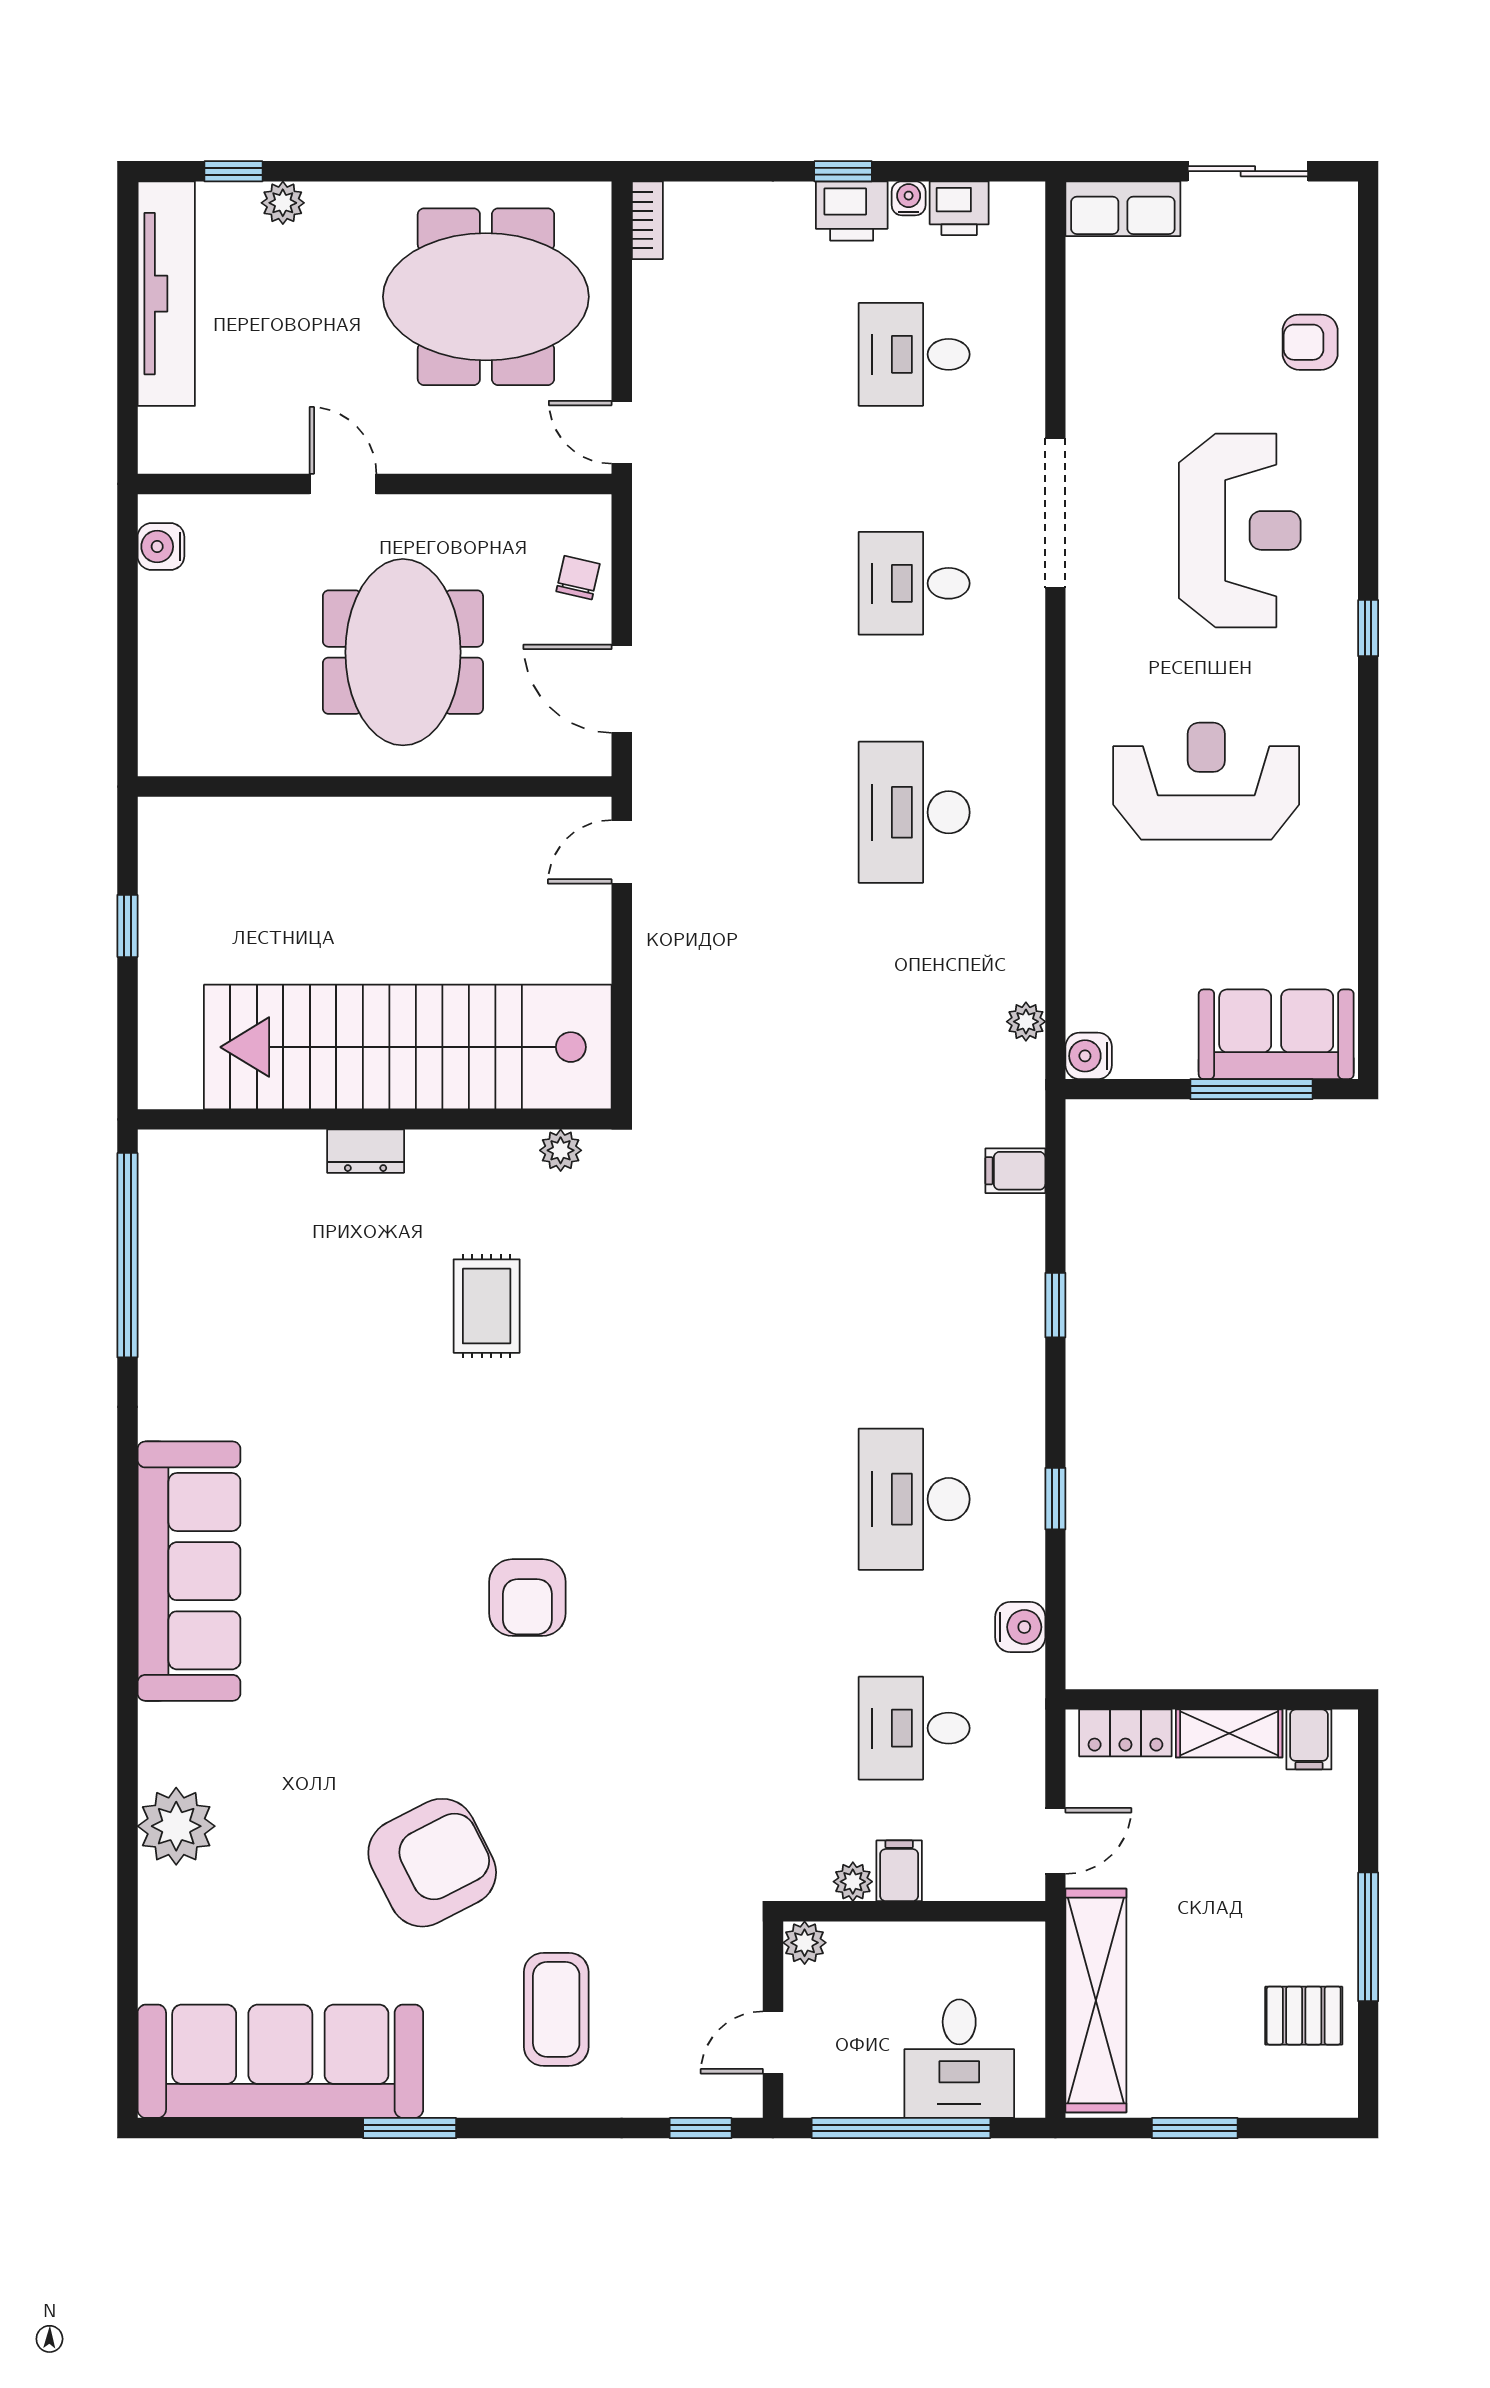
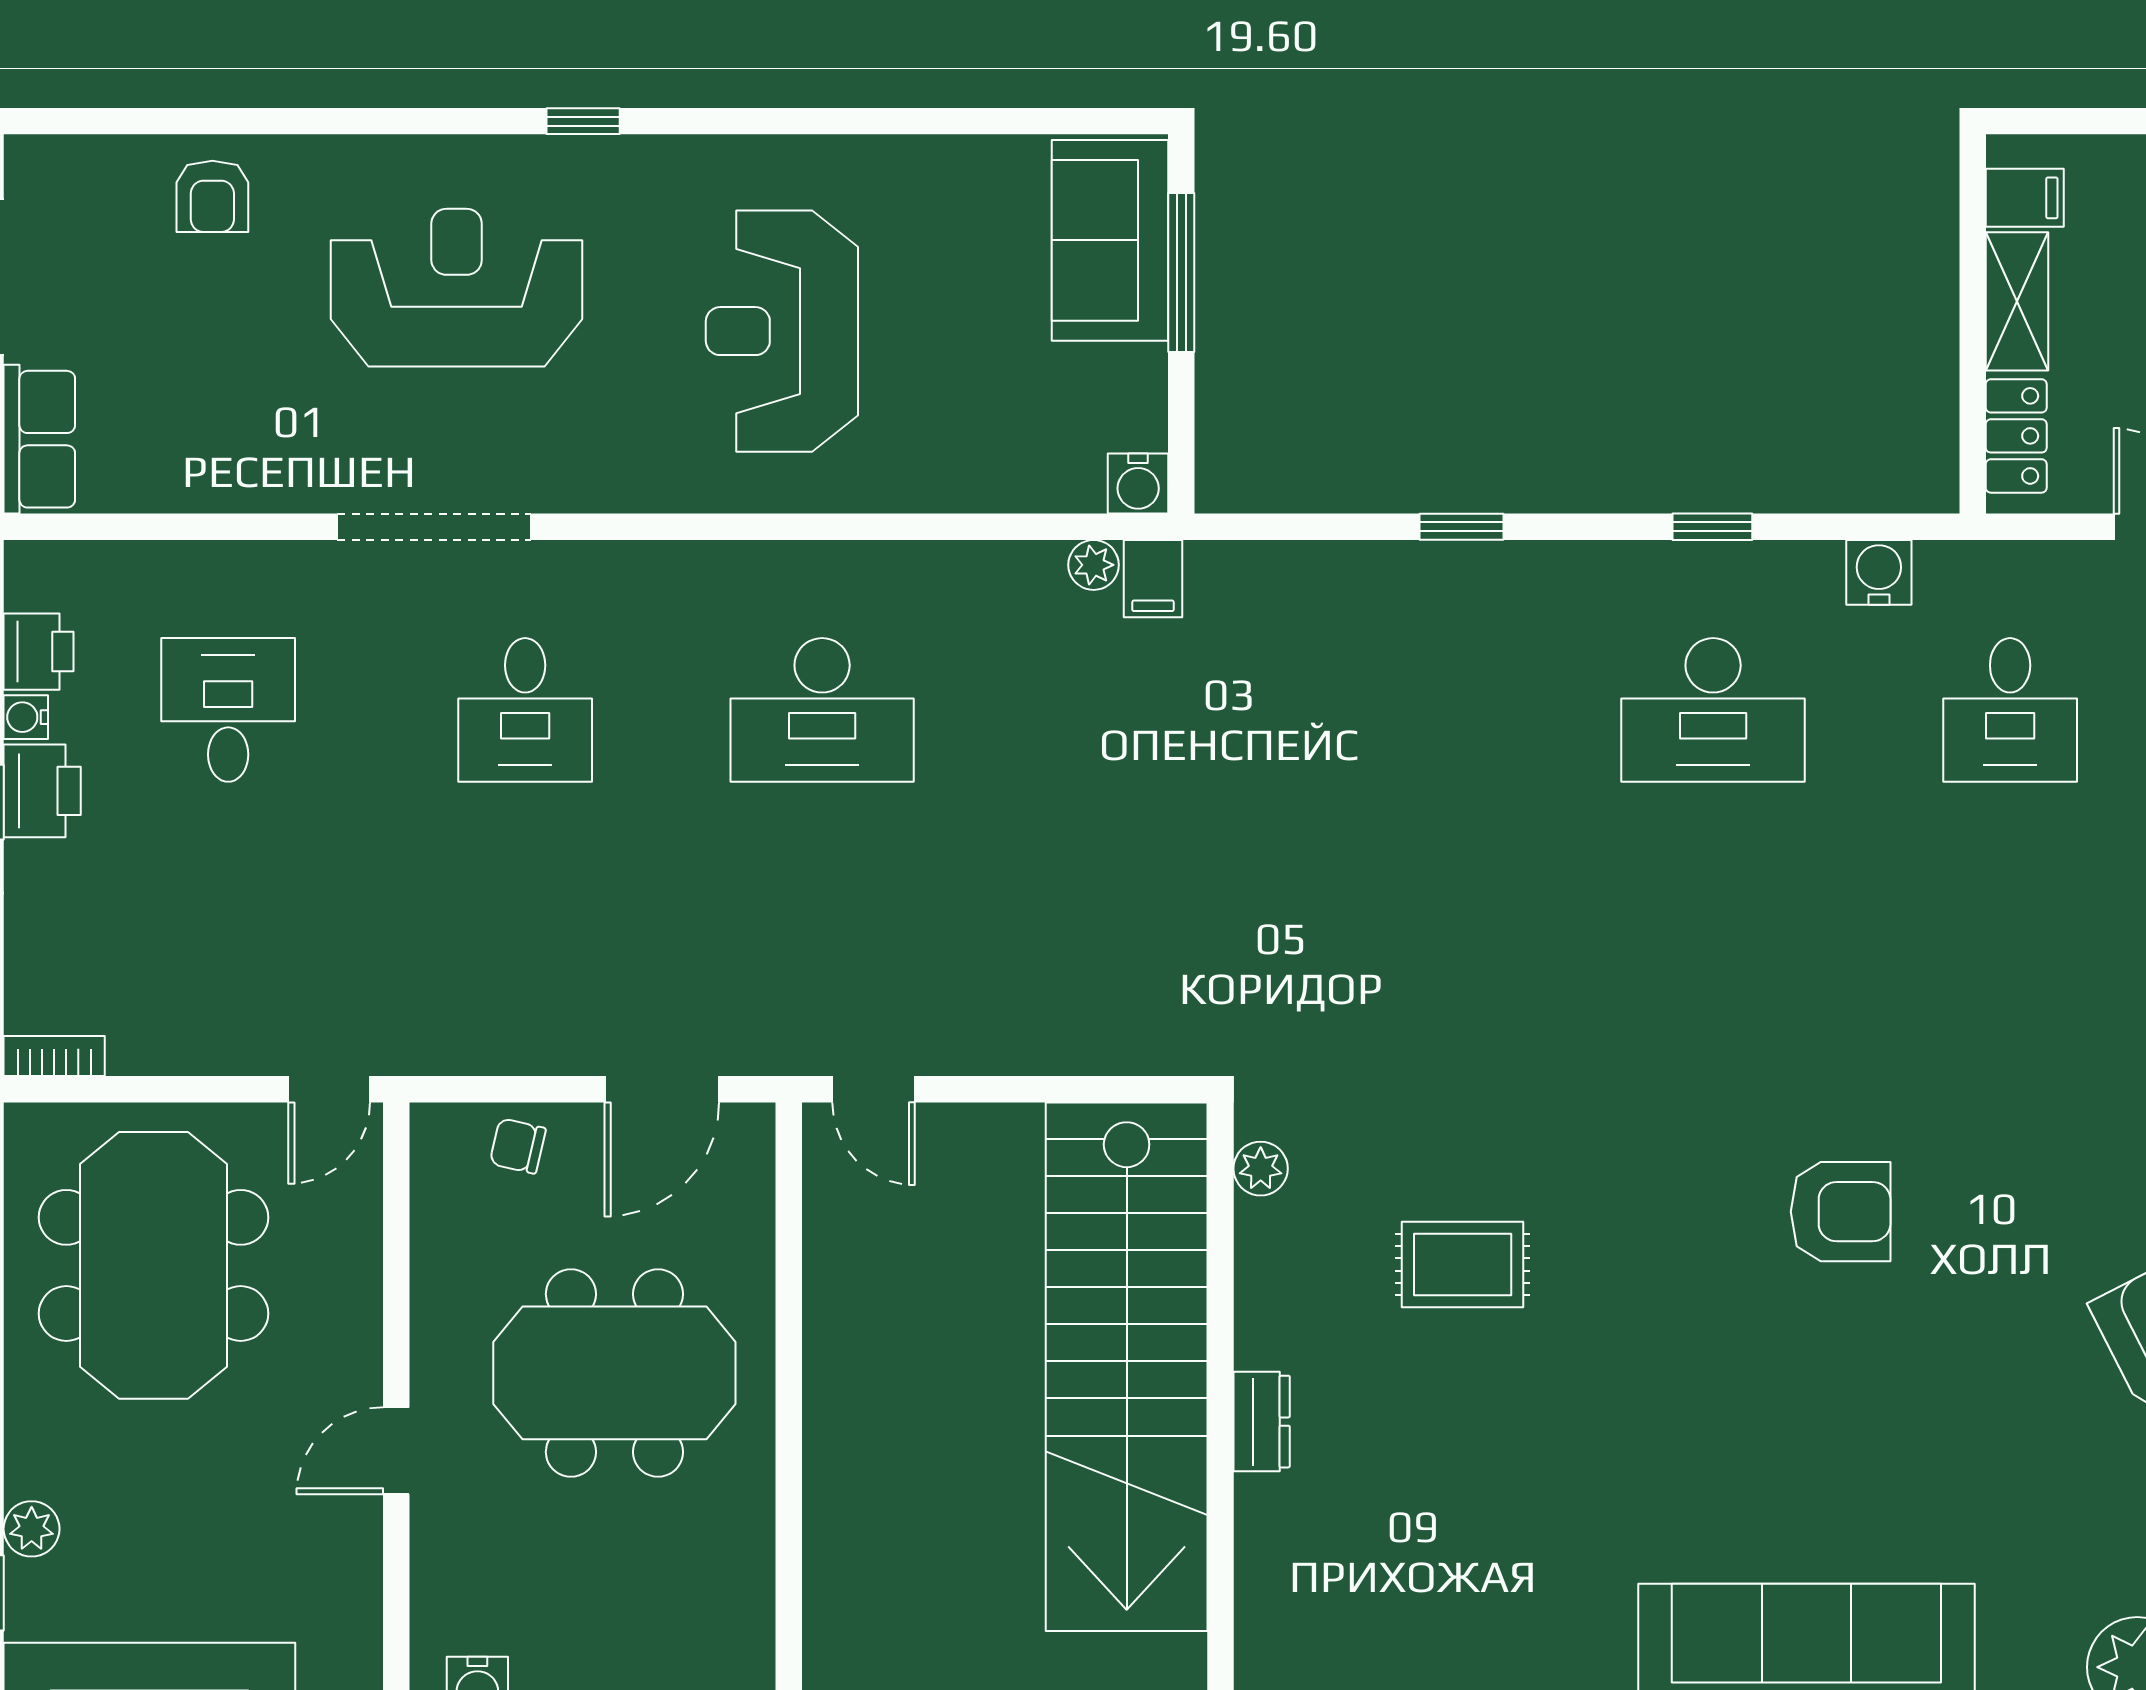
desk: (914, 354) -> (228, 710), turned 180
filing cabinet: (1015, 1171) -> (1153, 579), moved

